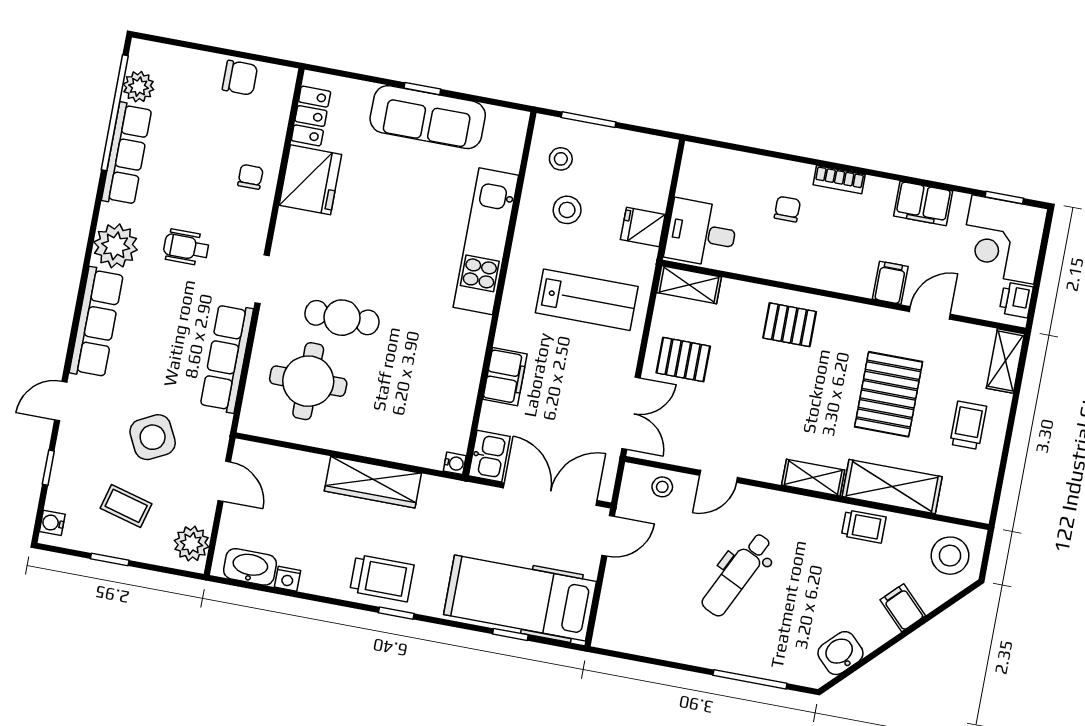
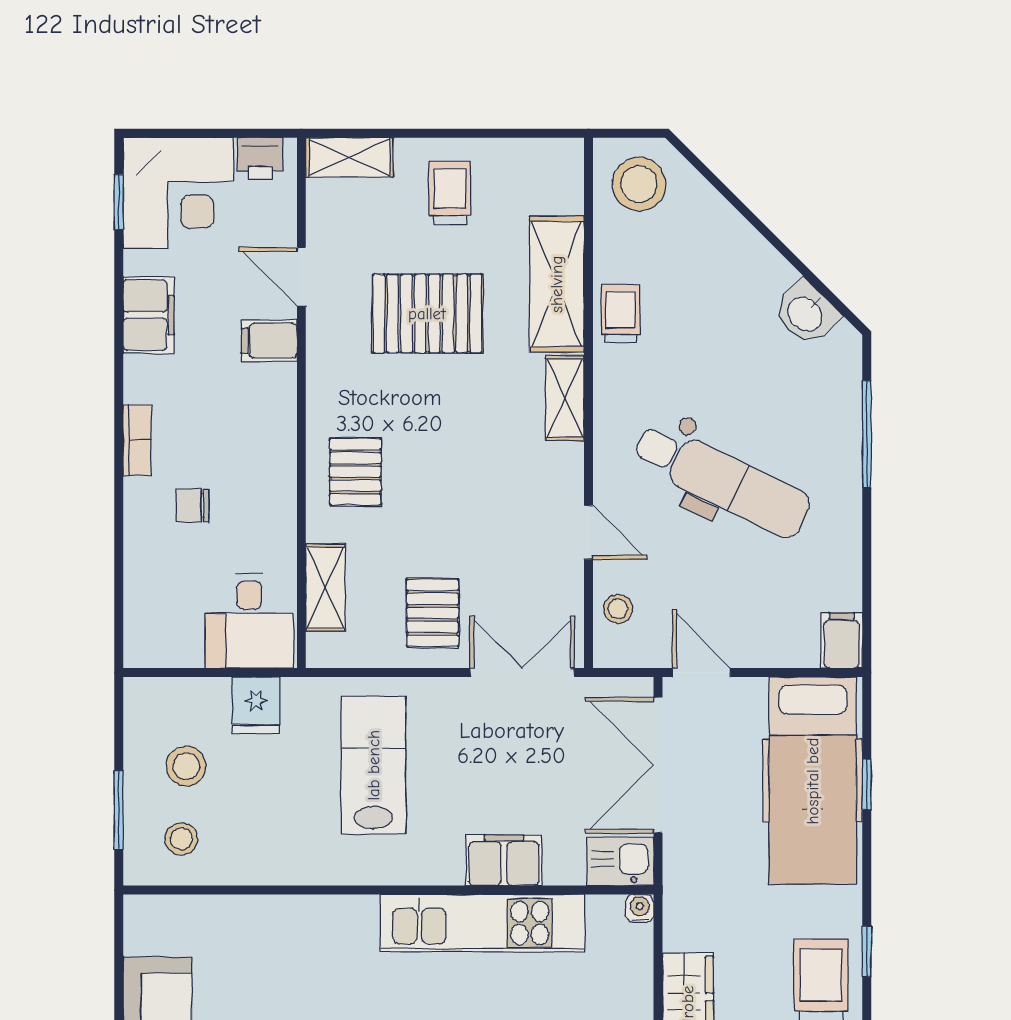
stool: (567, 210) -> (186, 766), moved
kitchen unit: (486, 241) -> (483, 923), moved
shelving: (689, 285) -> (325, 588), moved
trolley: (968, 425) -> (450, 193), turned 90
dental chair: (737, 574) -> (722, 480), width x1.36, depth x1.38
filing cabinet: (903, 608) -> (842, 640), moved, turned 135

